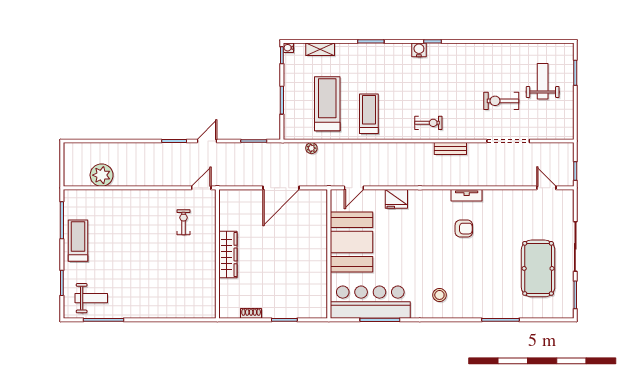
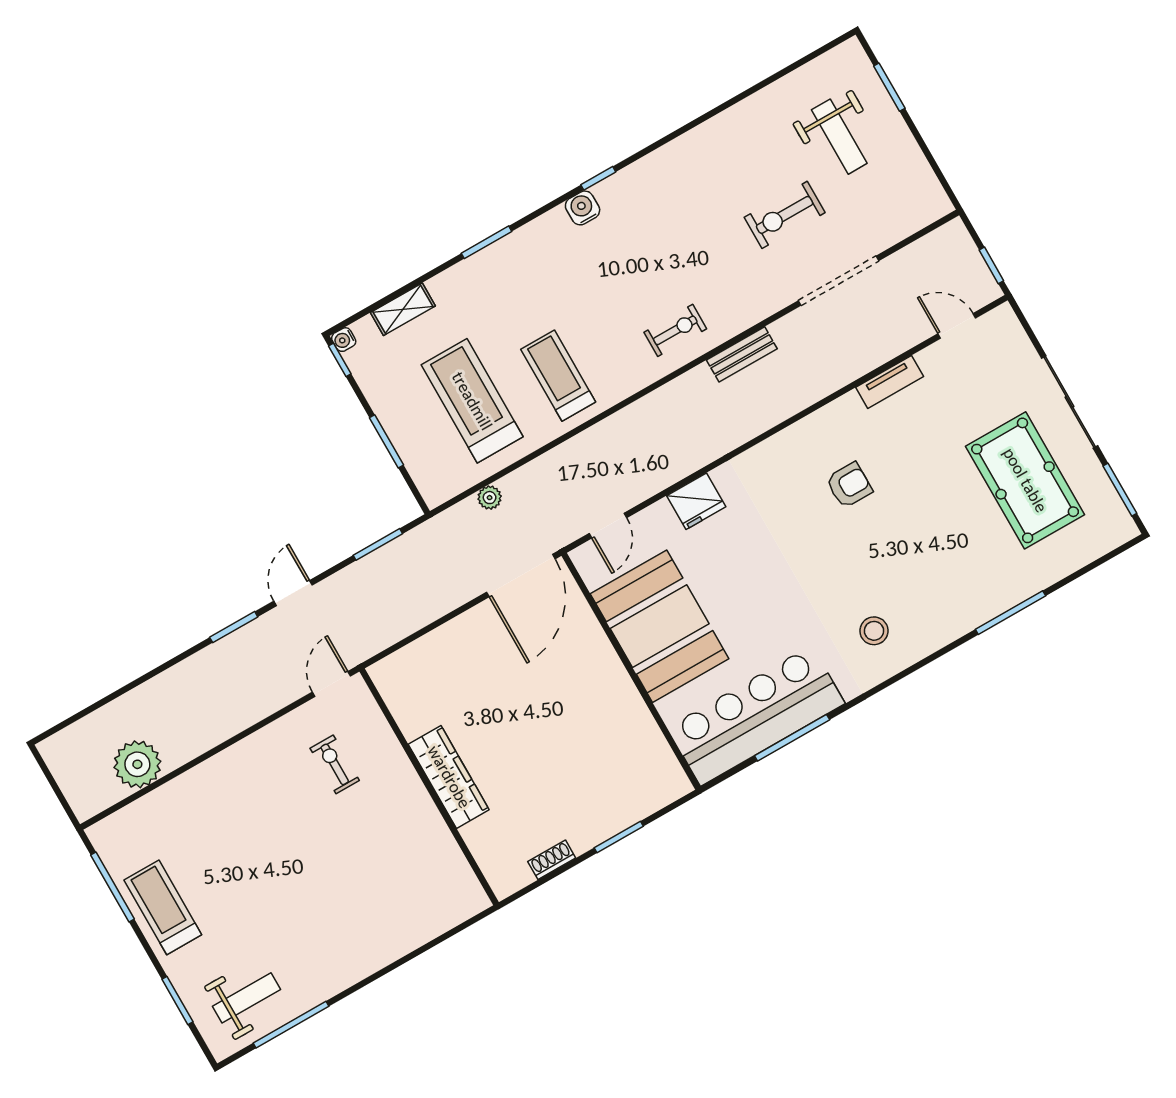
weight bench: (543, 81) -> (839, 137), turned 180
door: (281, 188) -> (521, 576), moved
tv unit: (467, 195) -> (890, 382), moved

